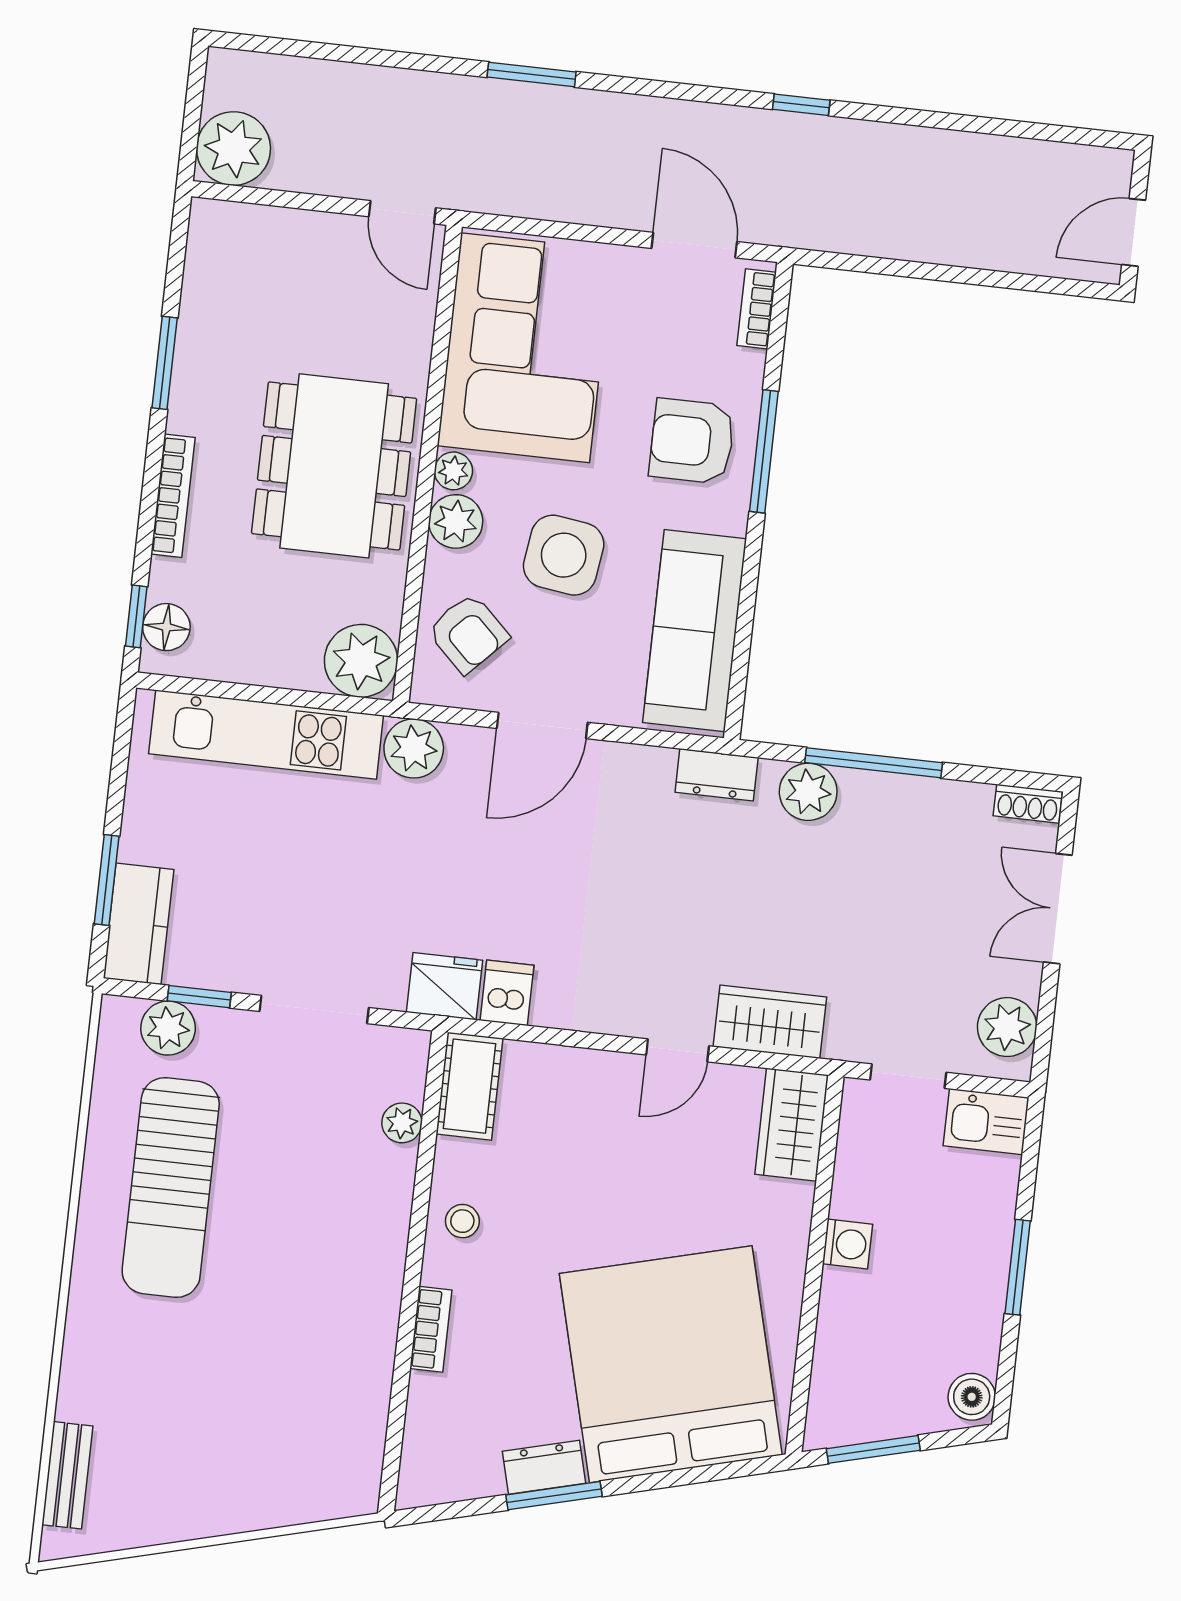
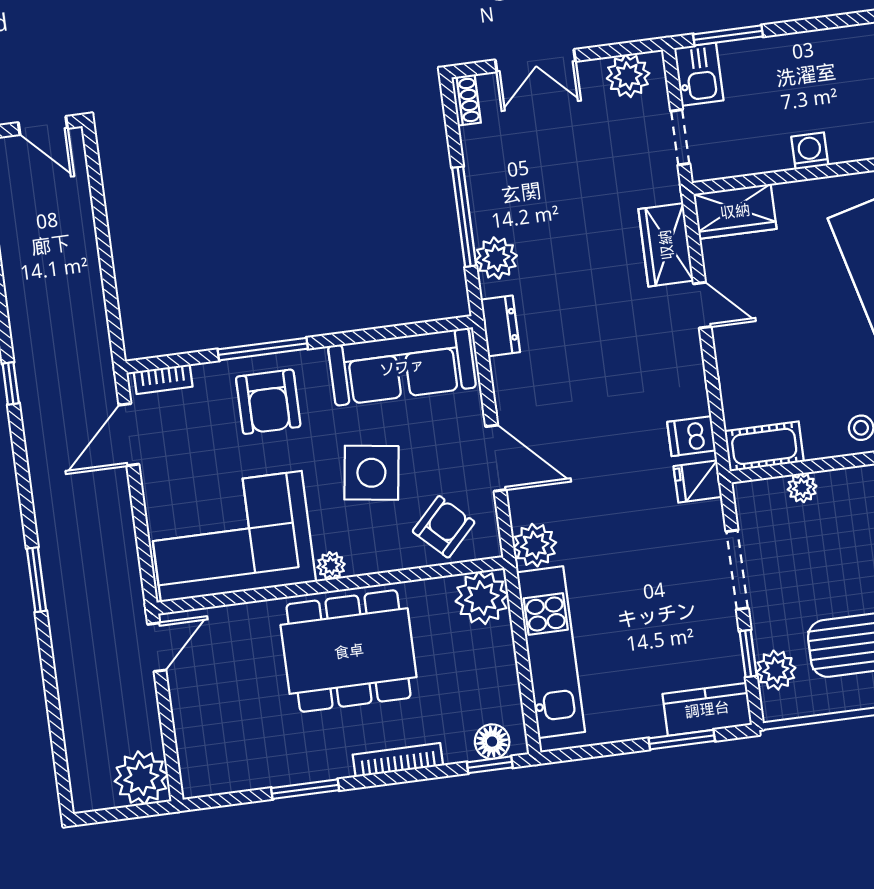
plant: (456, 521) -> (367, 555), removed
fridge: (445, 986) -> (698, 482), width x0.72
window: (1018, 1267) -> (728, 35), moved

